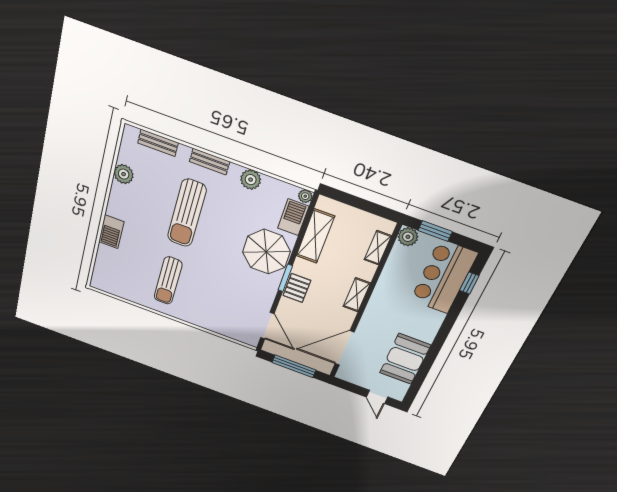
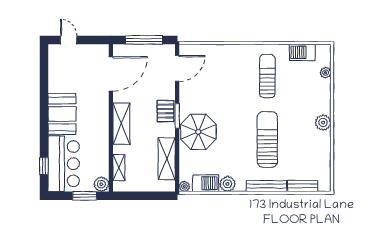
bench: (210, 162) -> (266, 186), width x1.36
plant: (124, 174) -> (323, 123), moved
barbecue: (293, 217) -> (206, 183), moved, turned -90
barbecue: (111, 232) -> (302, 52), moved, turned -90
plant: (101, 260) -> (326, 73), added
shelving: (357, 295) -> (121, 124), width x1.50, depth x1.33
door: (267, 326) -> (177, 68), swing flipped
booth: (405, 359) -> (62, 114), moved

